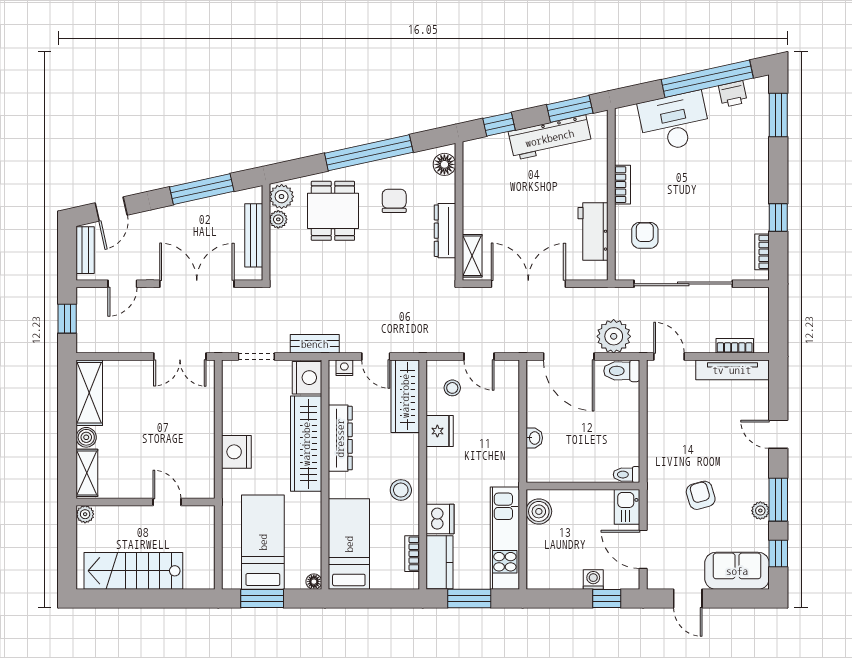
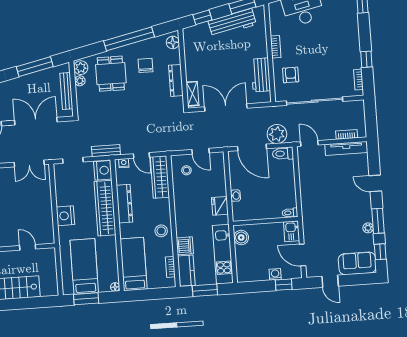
fridge: (440, 431) -> (220, 206), moved, turned 180
armchair: (701, 495) -> (333, 222), removed

